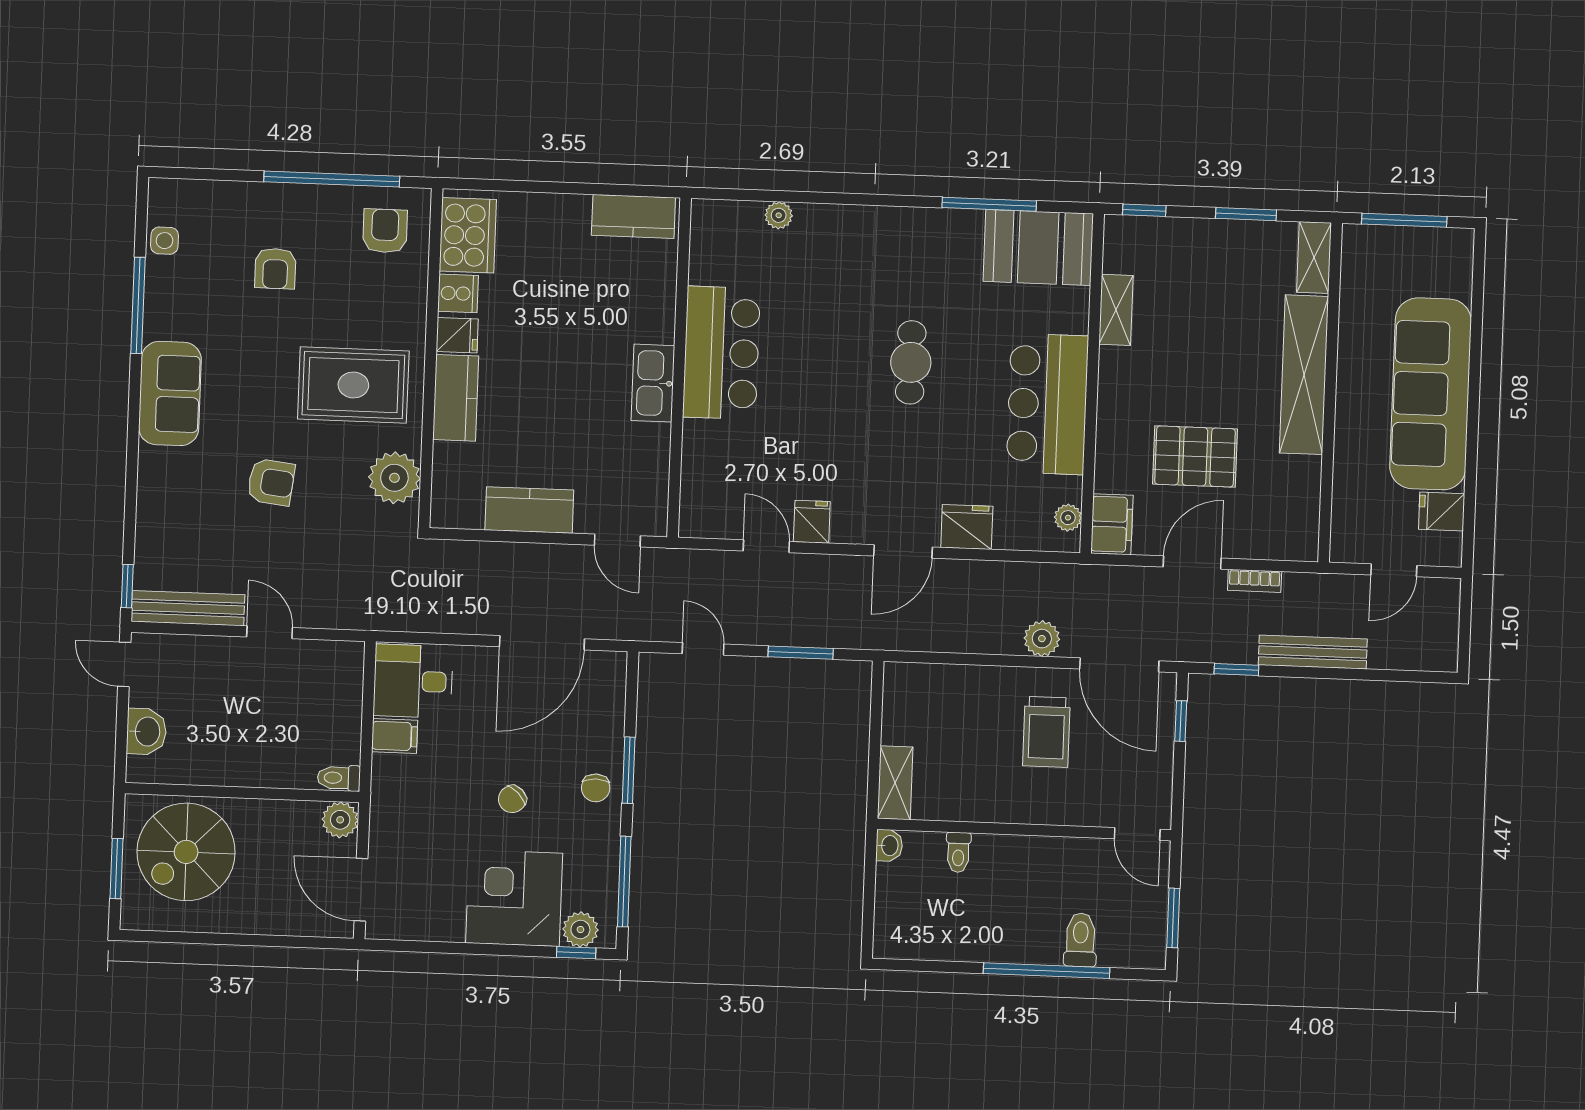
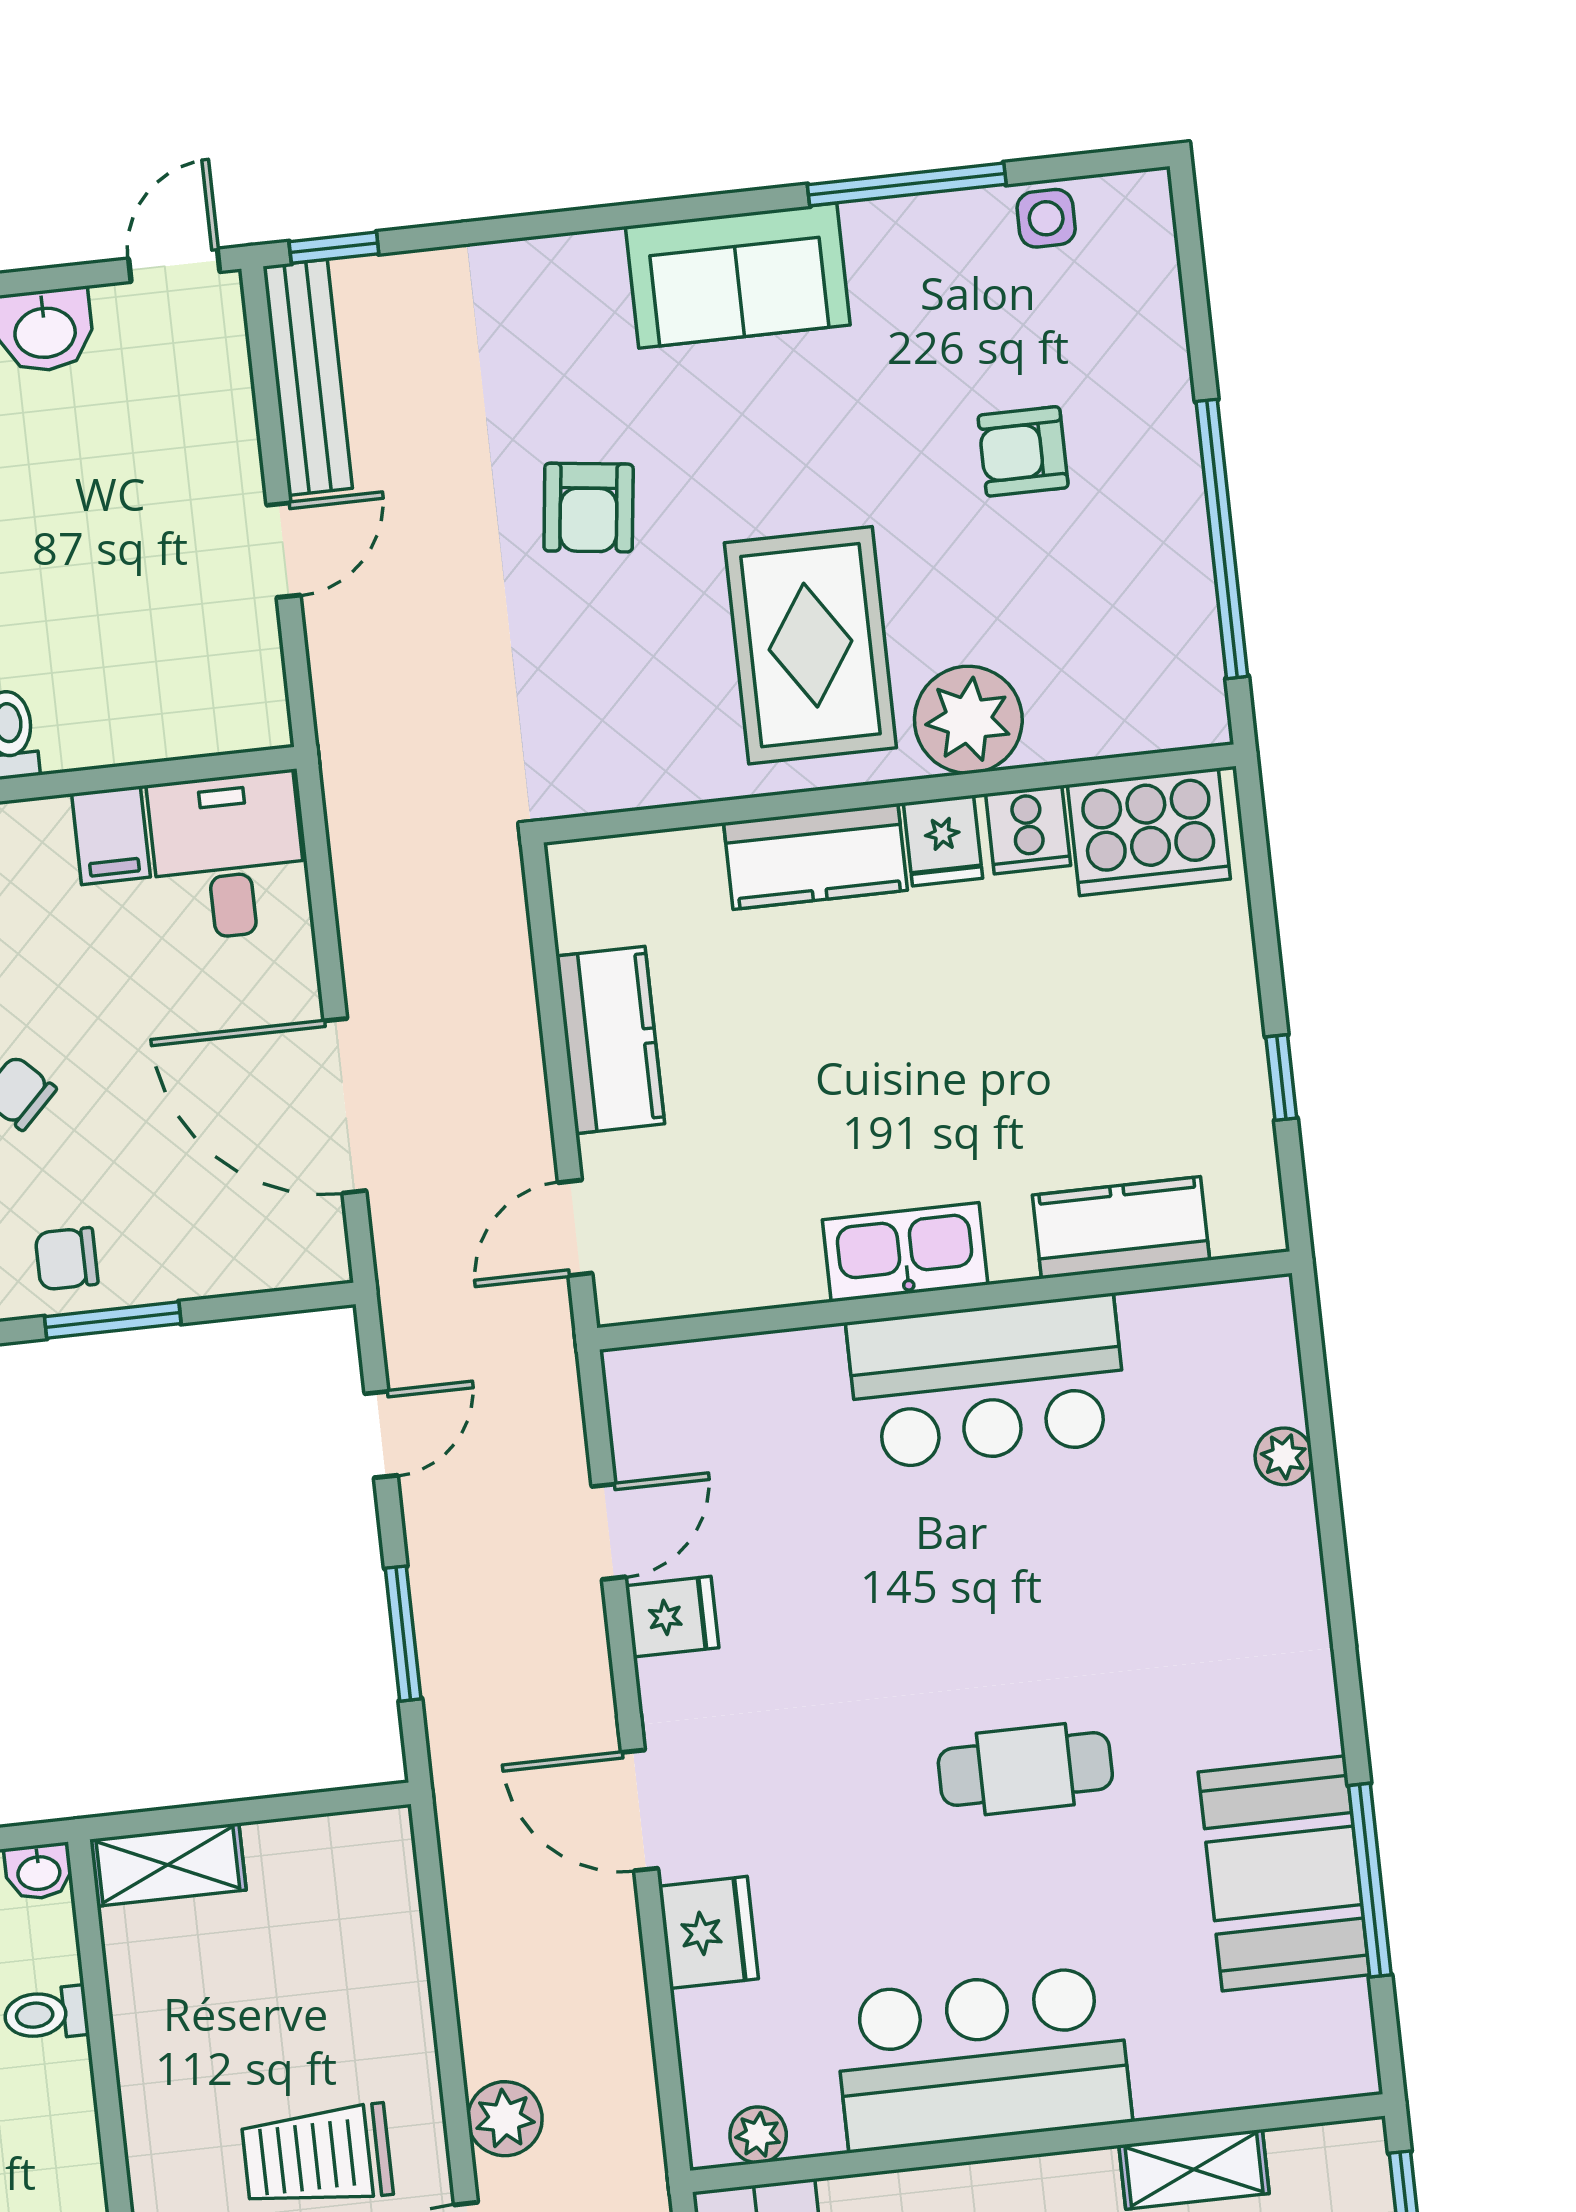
window: (596, 189) -> (1281, 1078), added
kitchen counter: (633, 216) -> (1121, 1228), moved, turned 90
armchair: (385, 231) -> (1133, 663), removed
booth: (1038, 247) -> (1284, 1873), moved
plant: (394, 478) -> (968, 720), moved

